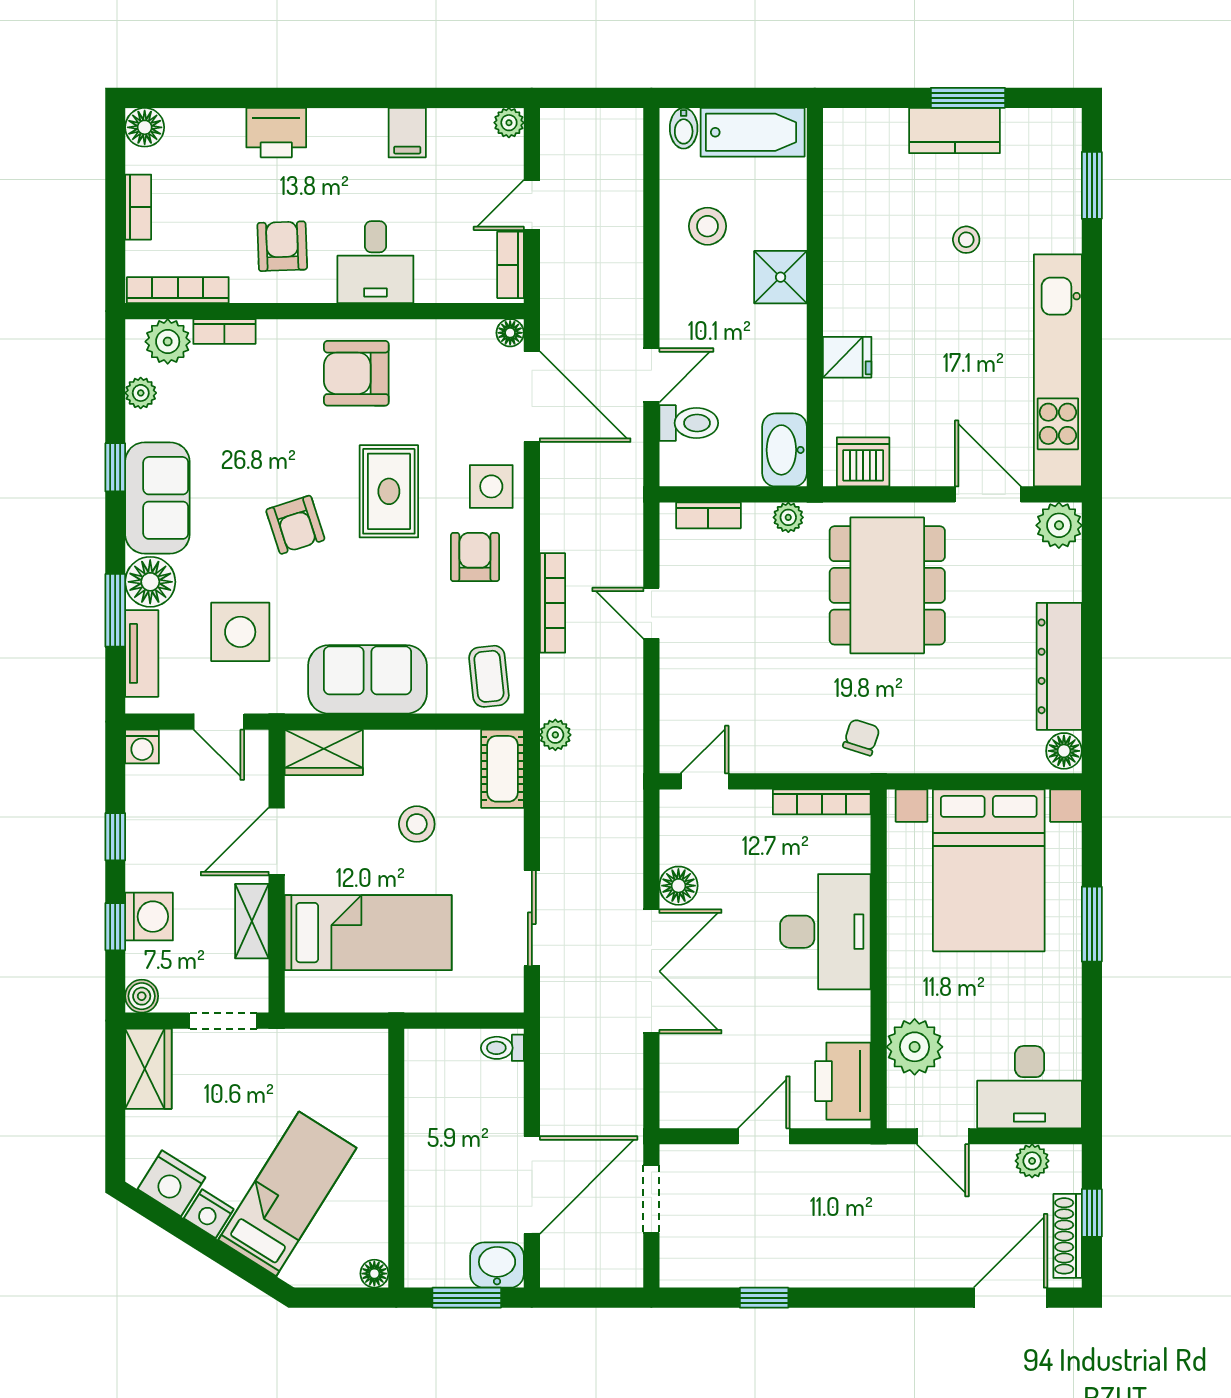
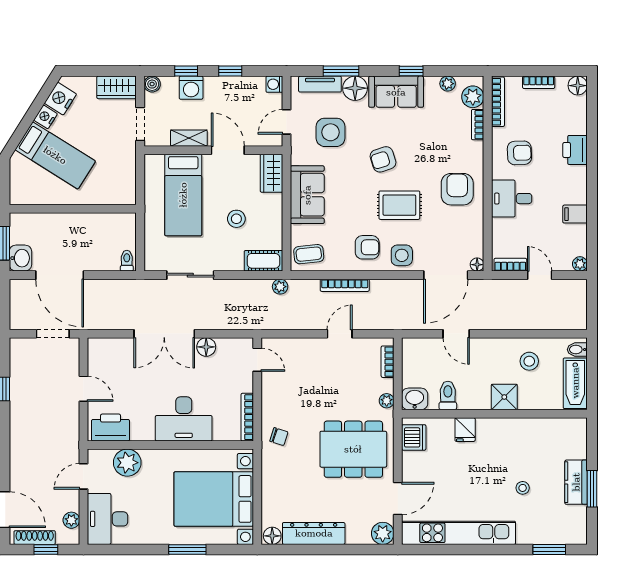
toilet: (689, 423) -> (448, 395), moved, turned 180
washbasin: (784, 450) -> (415, 399), width x0.72
floor lamp: (374, 1274) -> (16, 198), removed

